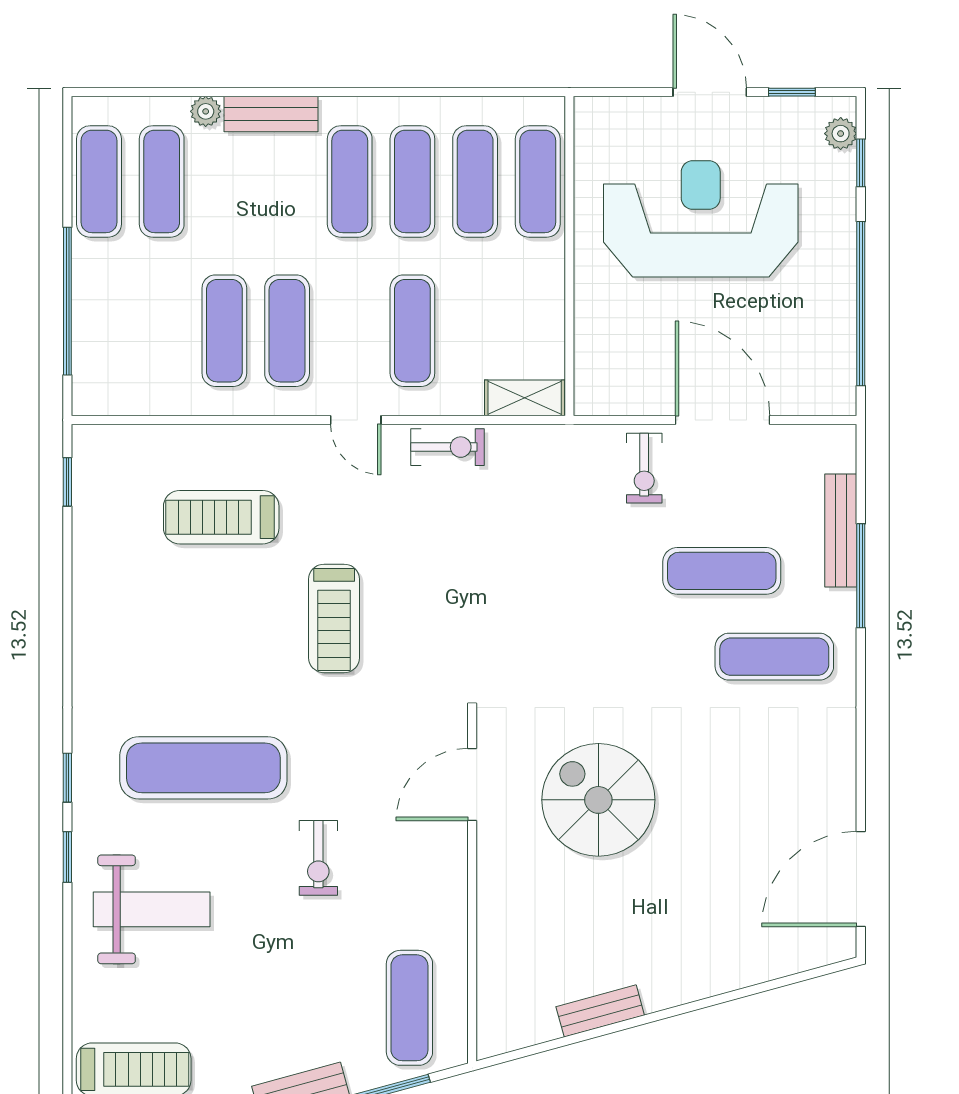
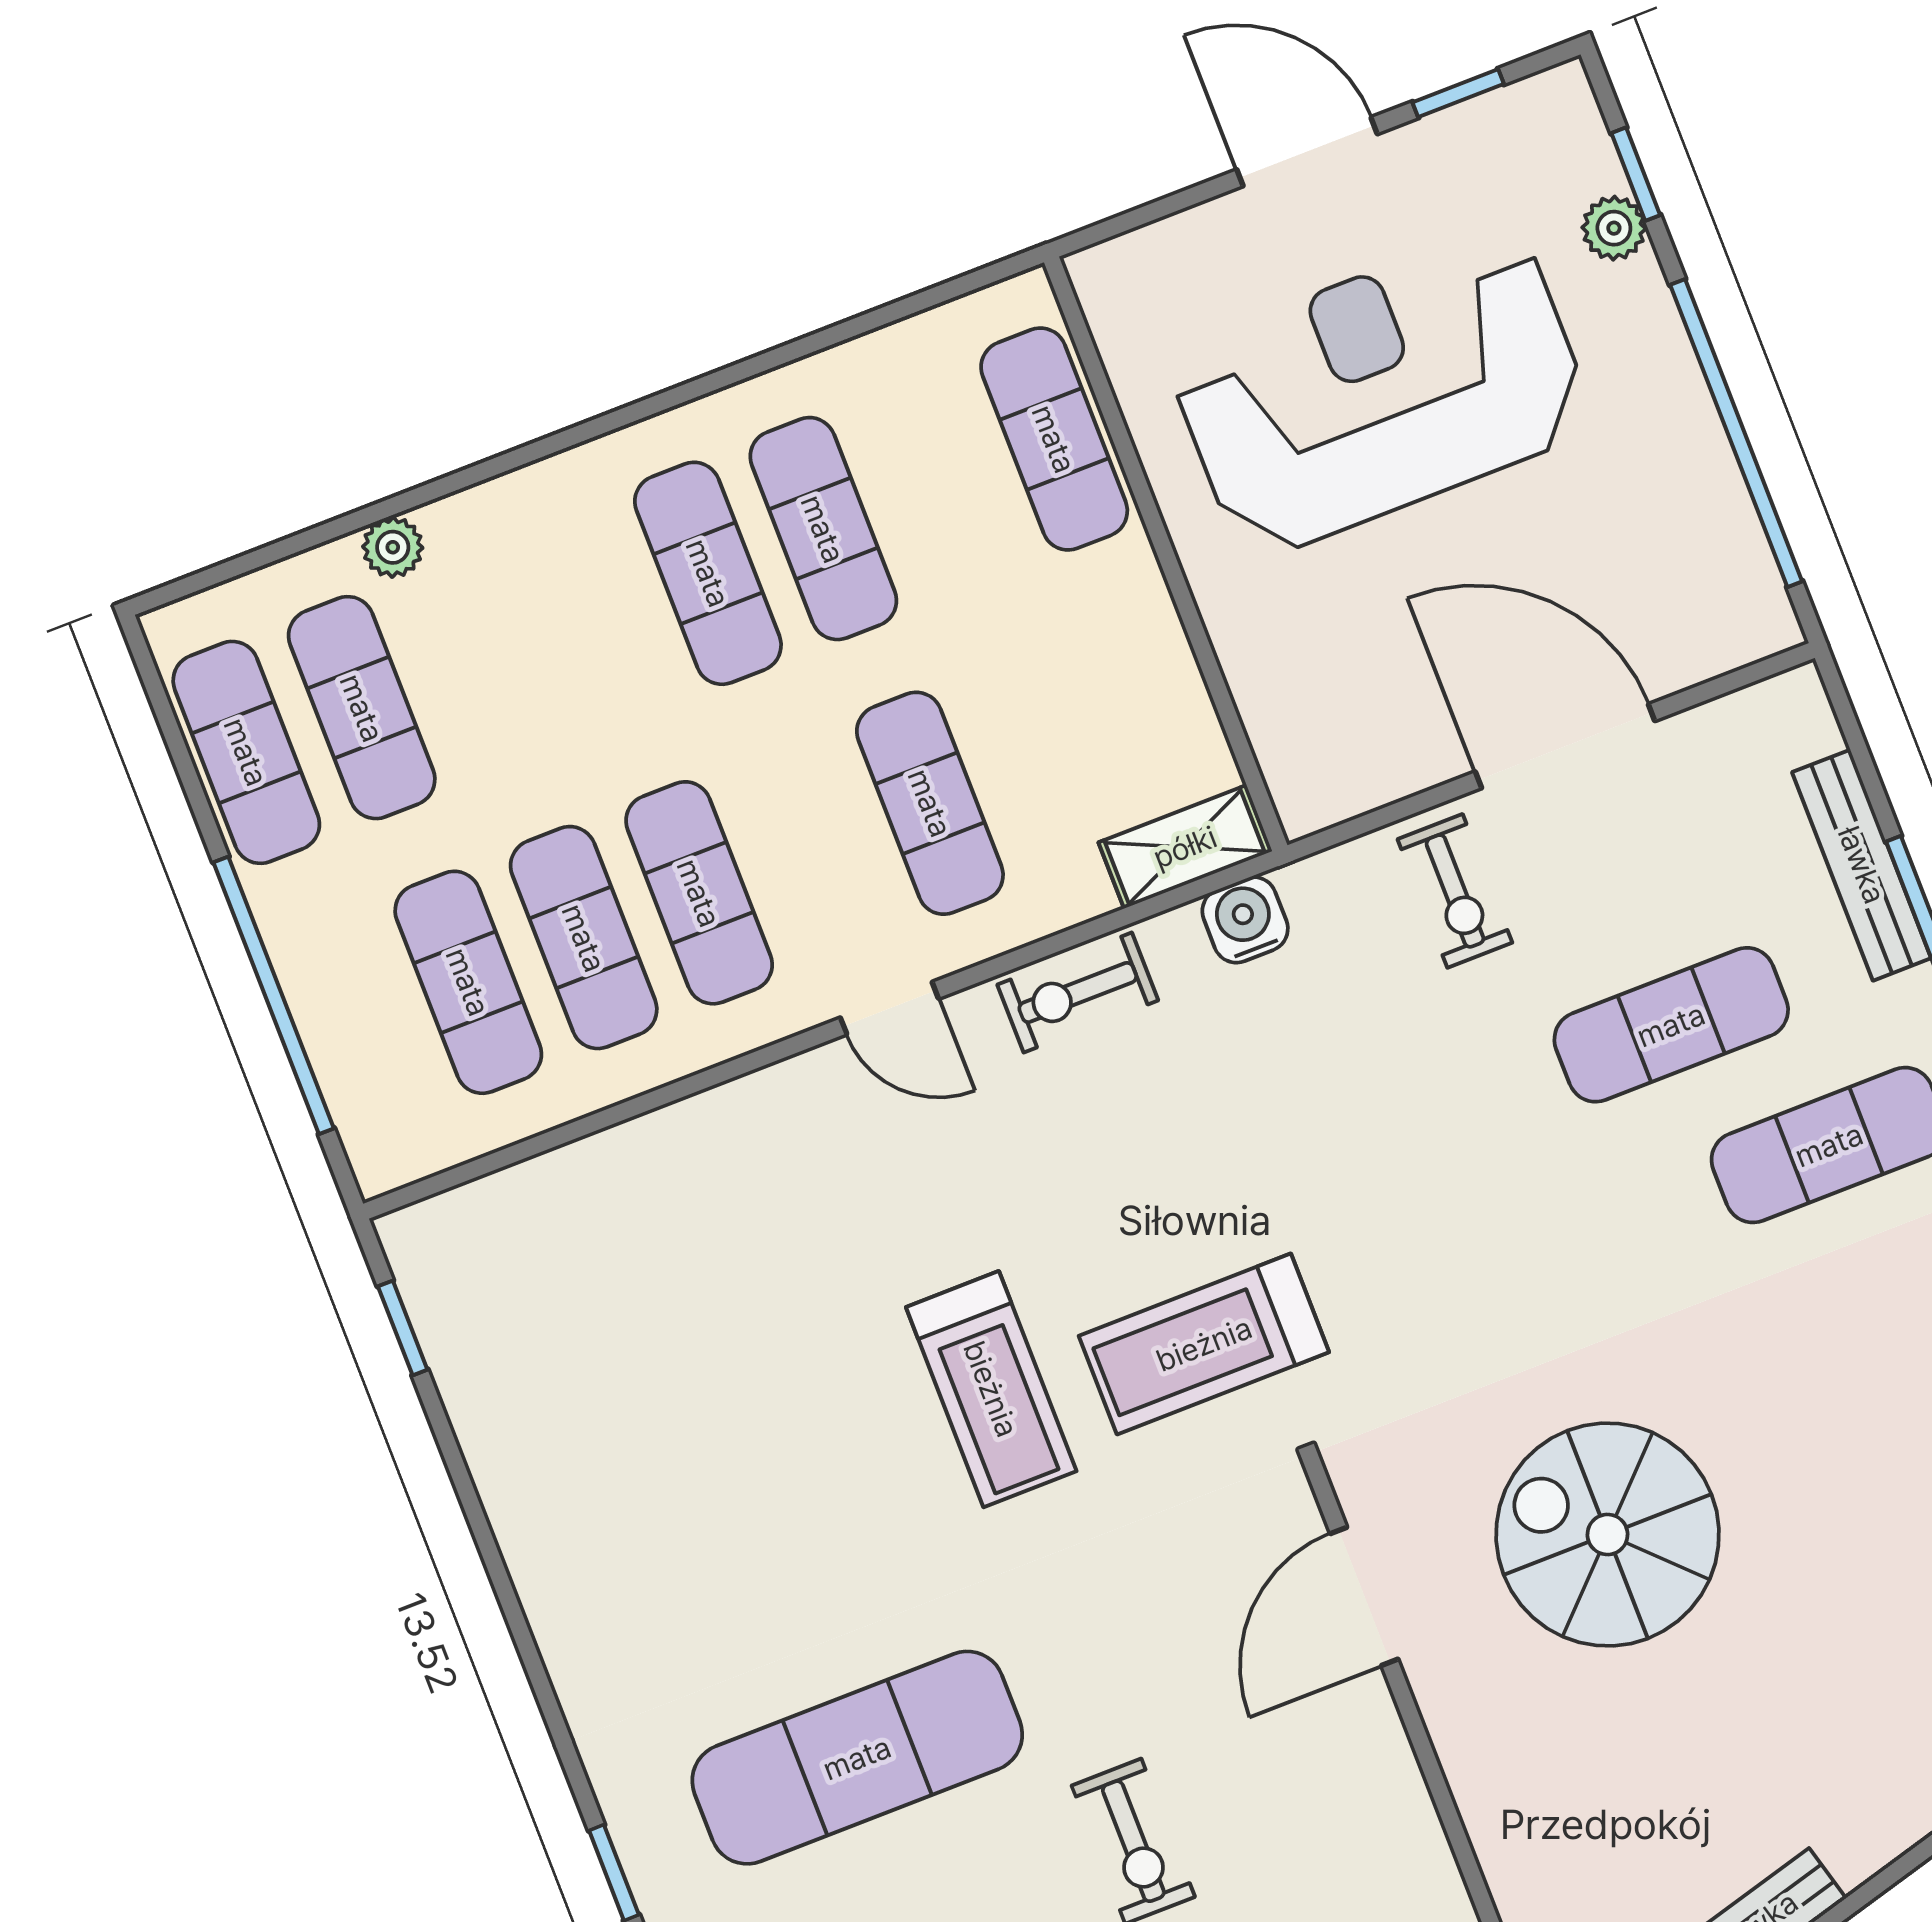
bench: (271, 114) -> (515, 505), removed
plant: (841, 134) -> (1614, 228), moved
exercise mat: (475, 181) -> (468, 982), moved
water cooler: (540, 443) -> (1245, 920), added
exercise bike: (448, 447) -> (1078, 992), turned 180
treadmill: (221, 517) -> (1204, 1344), moved

